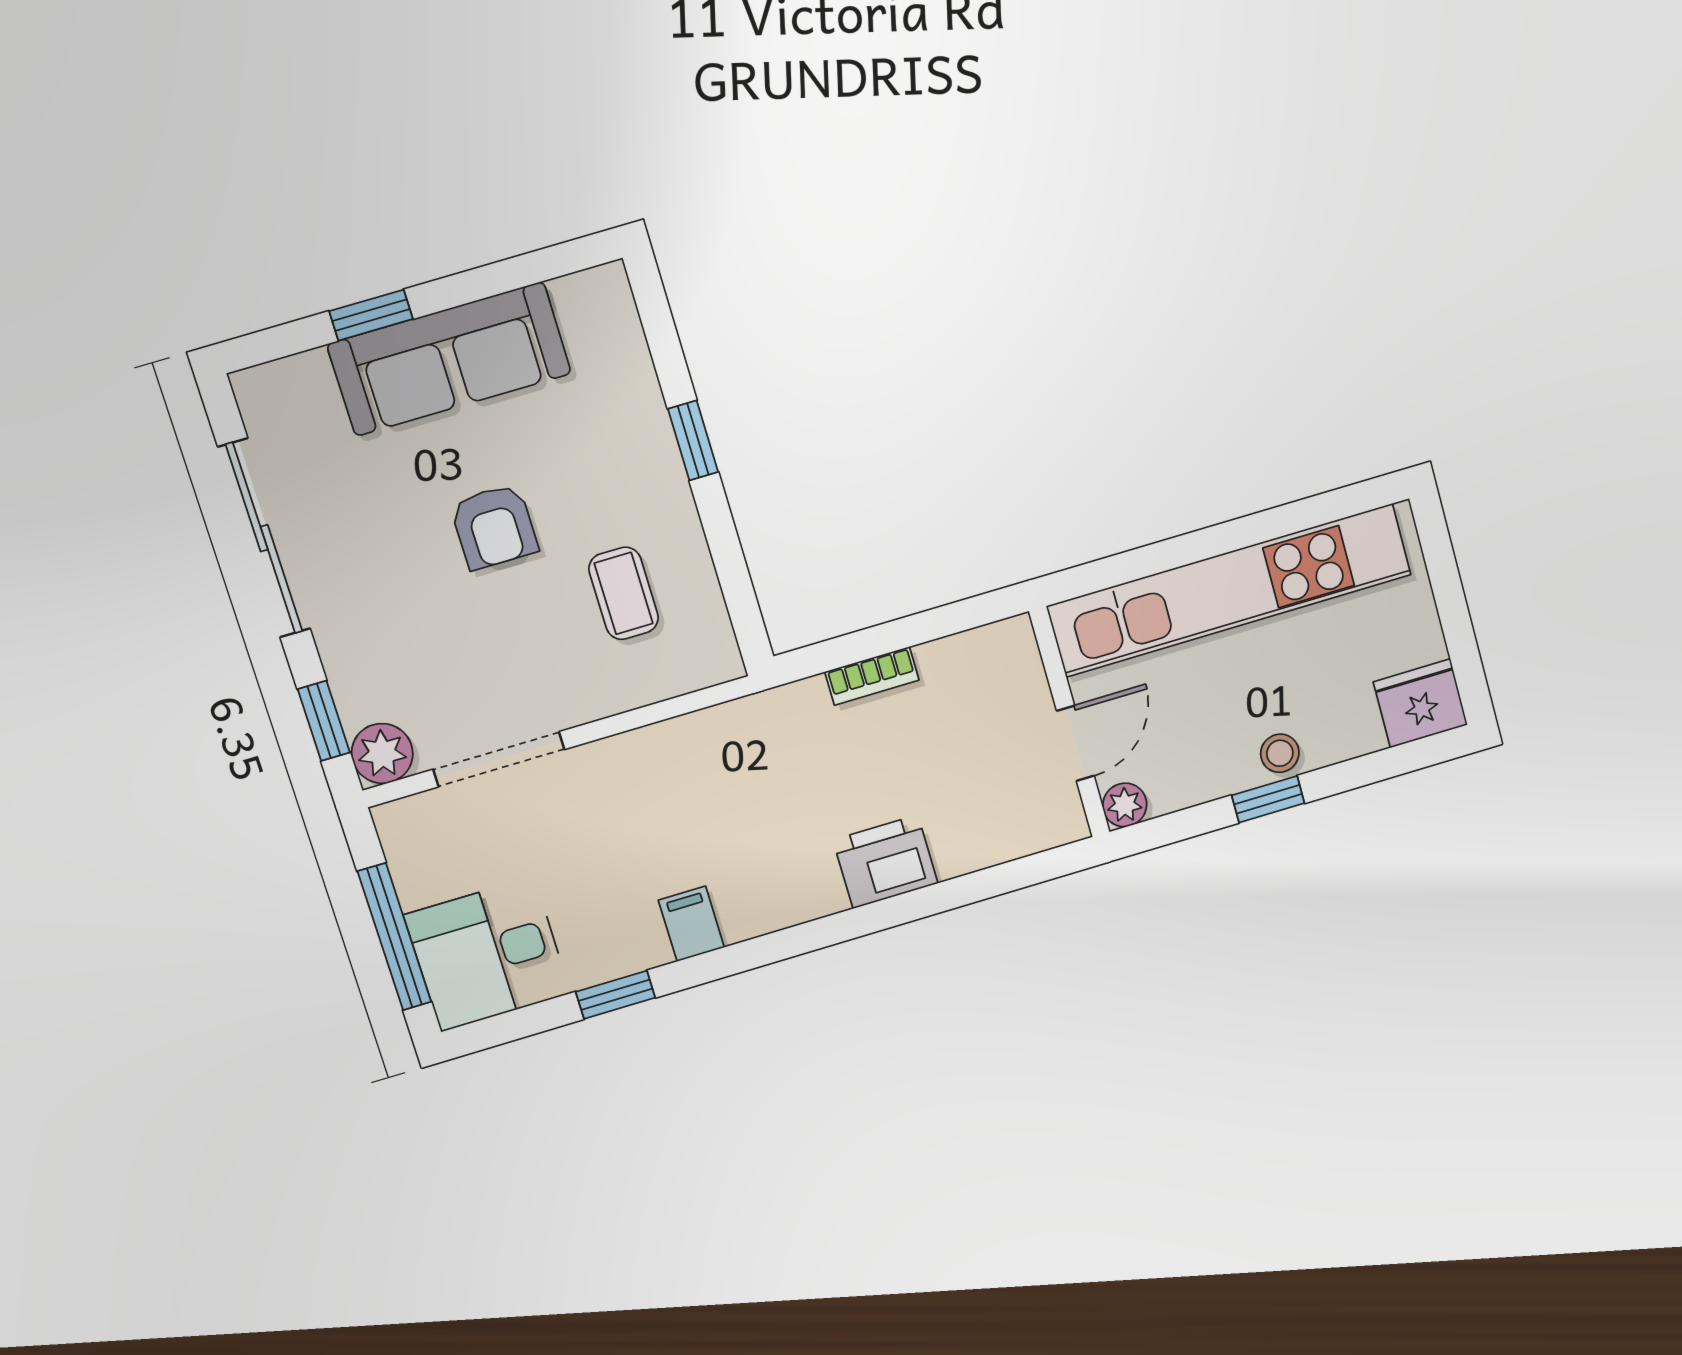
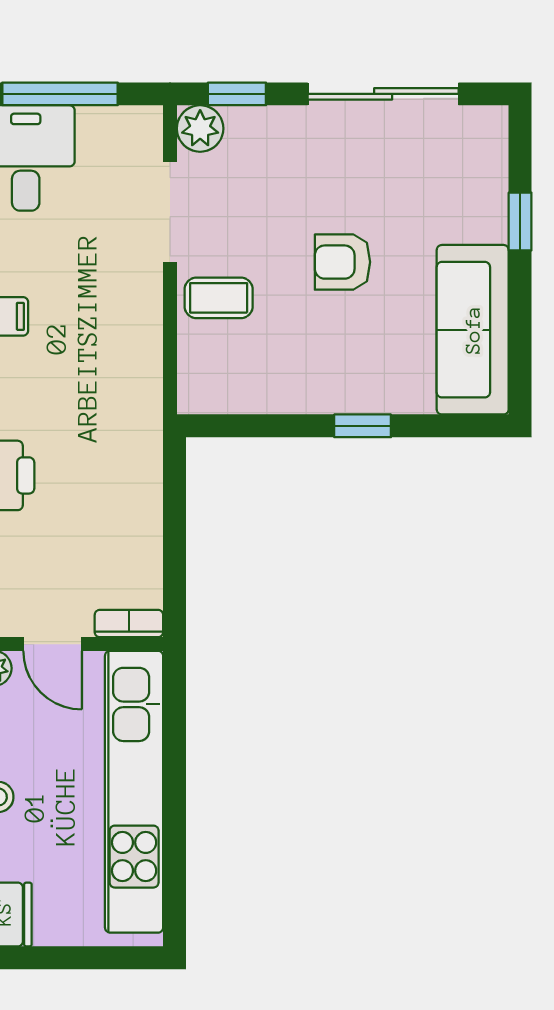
sofa: (449, 359) -> (473, 330), moved
coffee table: (624, 593) -> (219, 298), moved
bookcase: (872, 676) -> (129, 624), moved, turned 90

